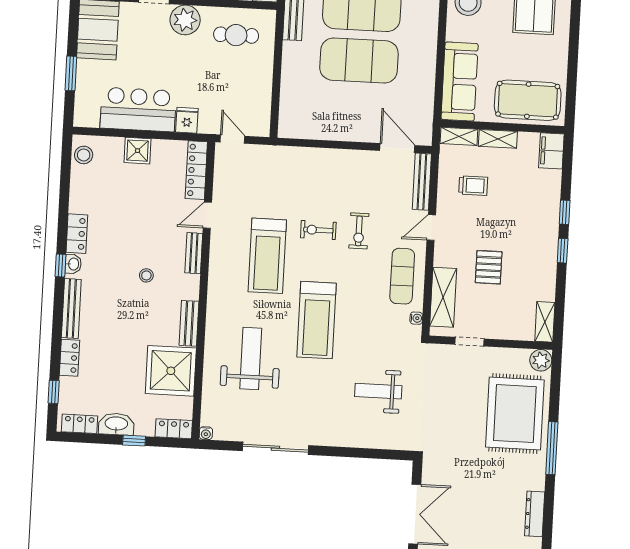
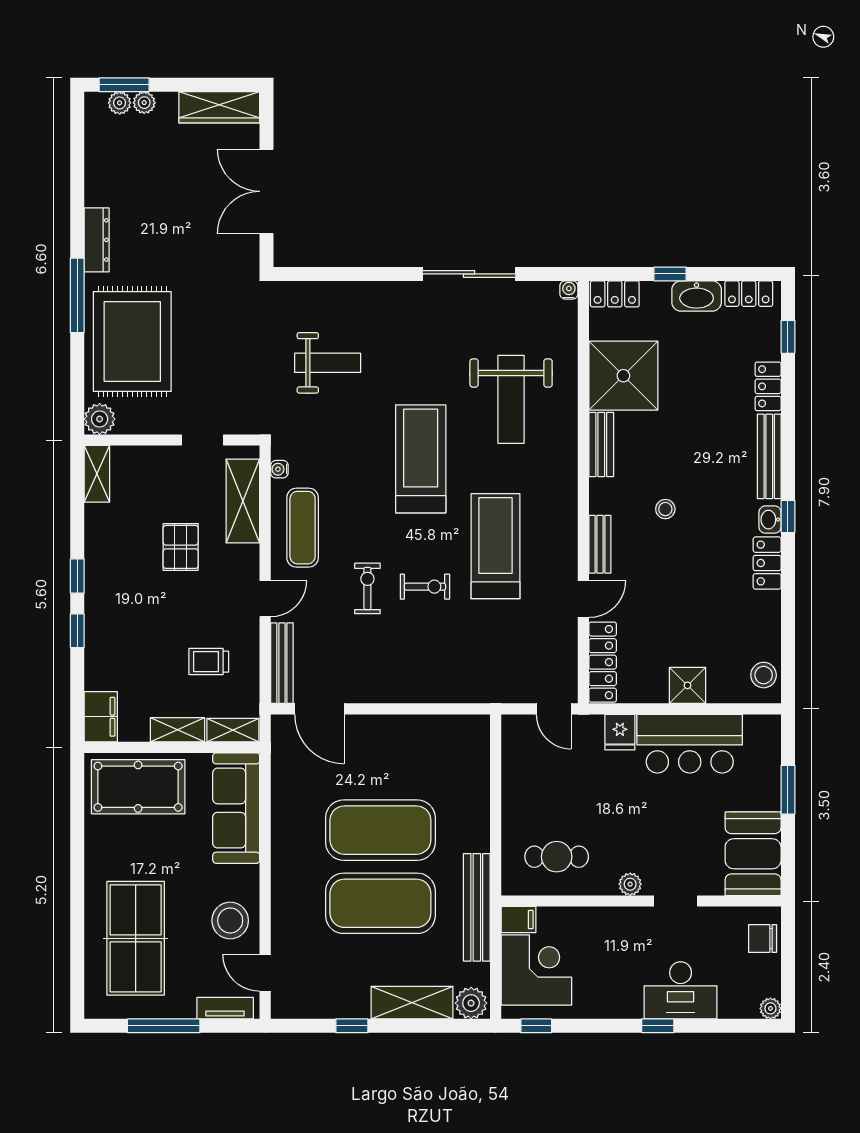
plant: (185, 20) -> (630, 884), width x0.53, depth x0.53
dresser: (535, 514) -> (97, 240), moved

